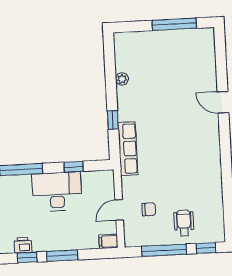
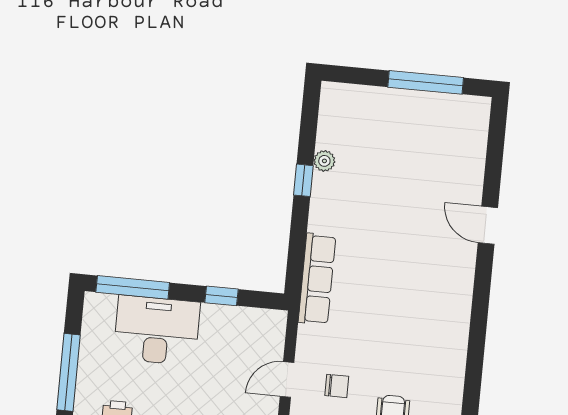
window: (113, 120) -> (303, 180), moved
desk: (57, 192) -> (157, 330), moved

